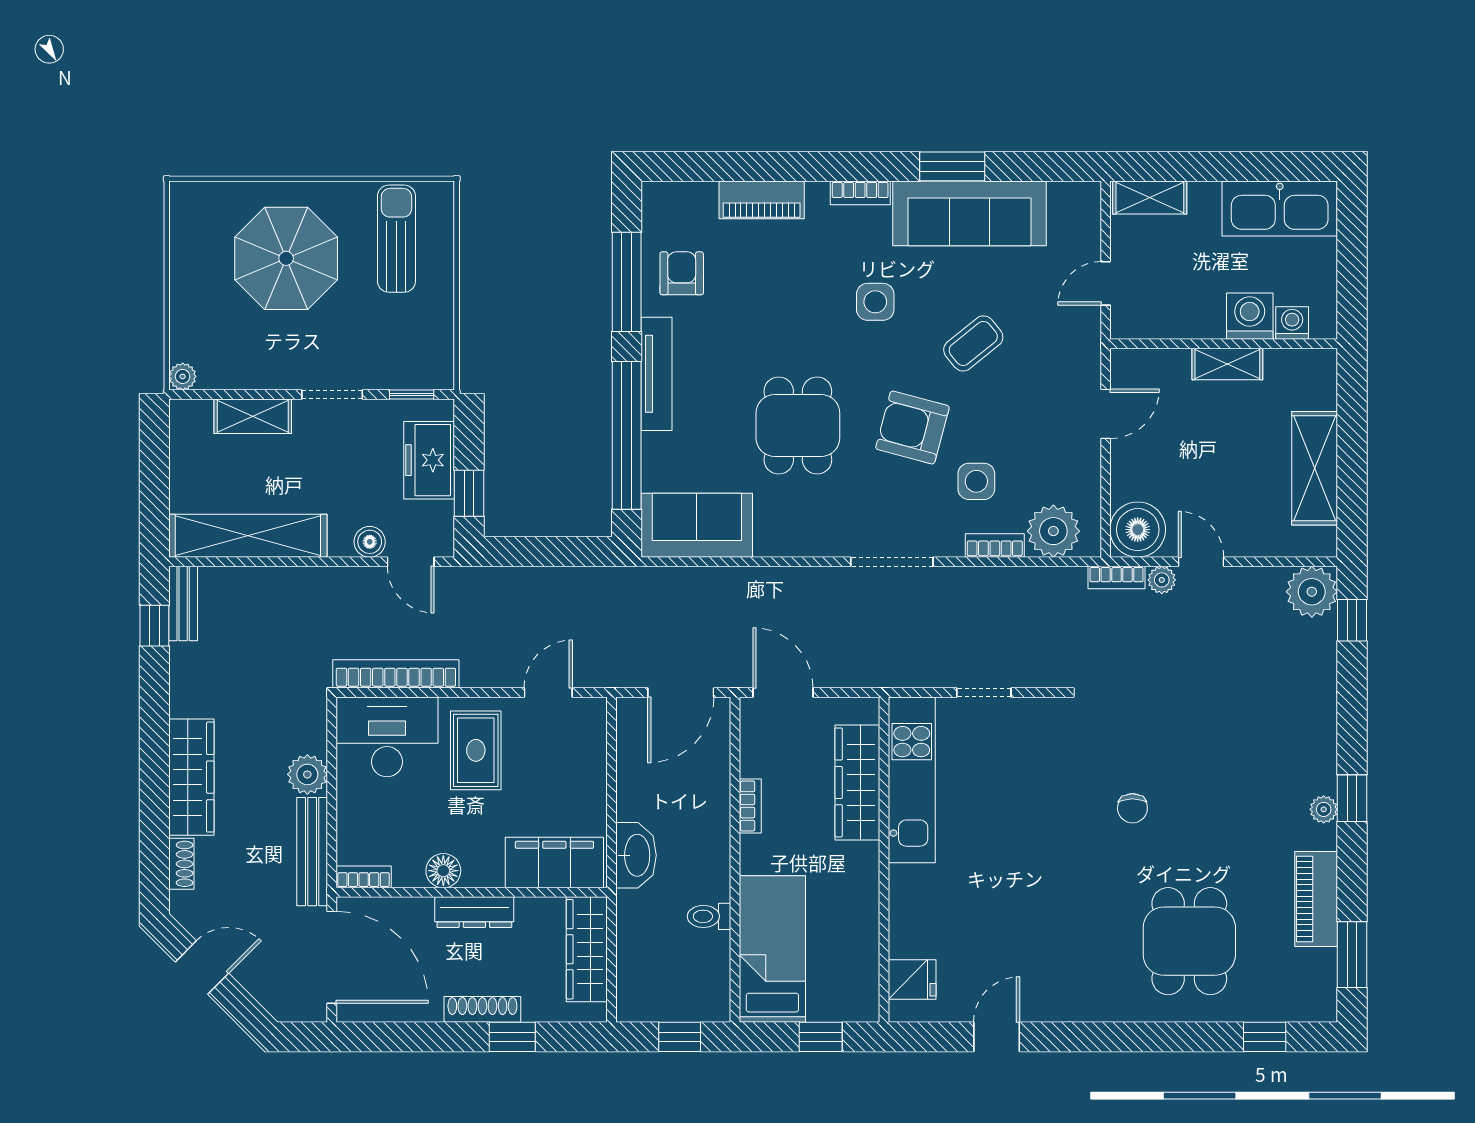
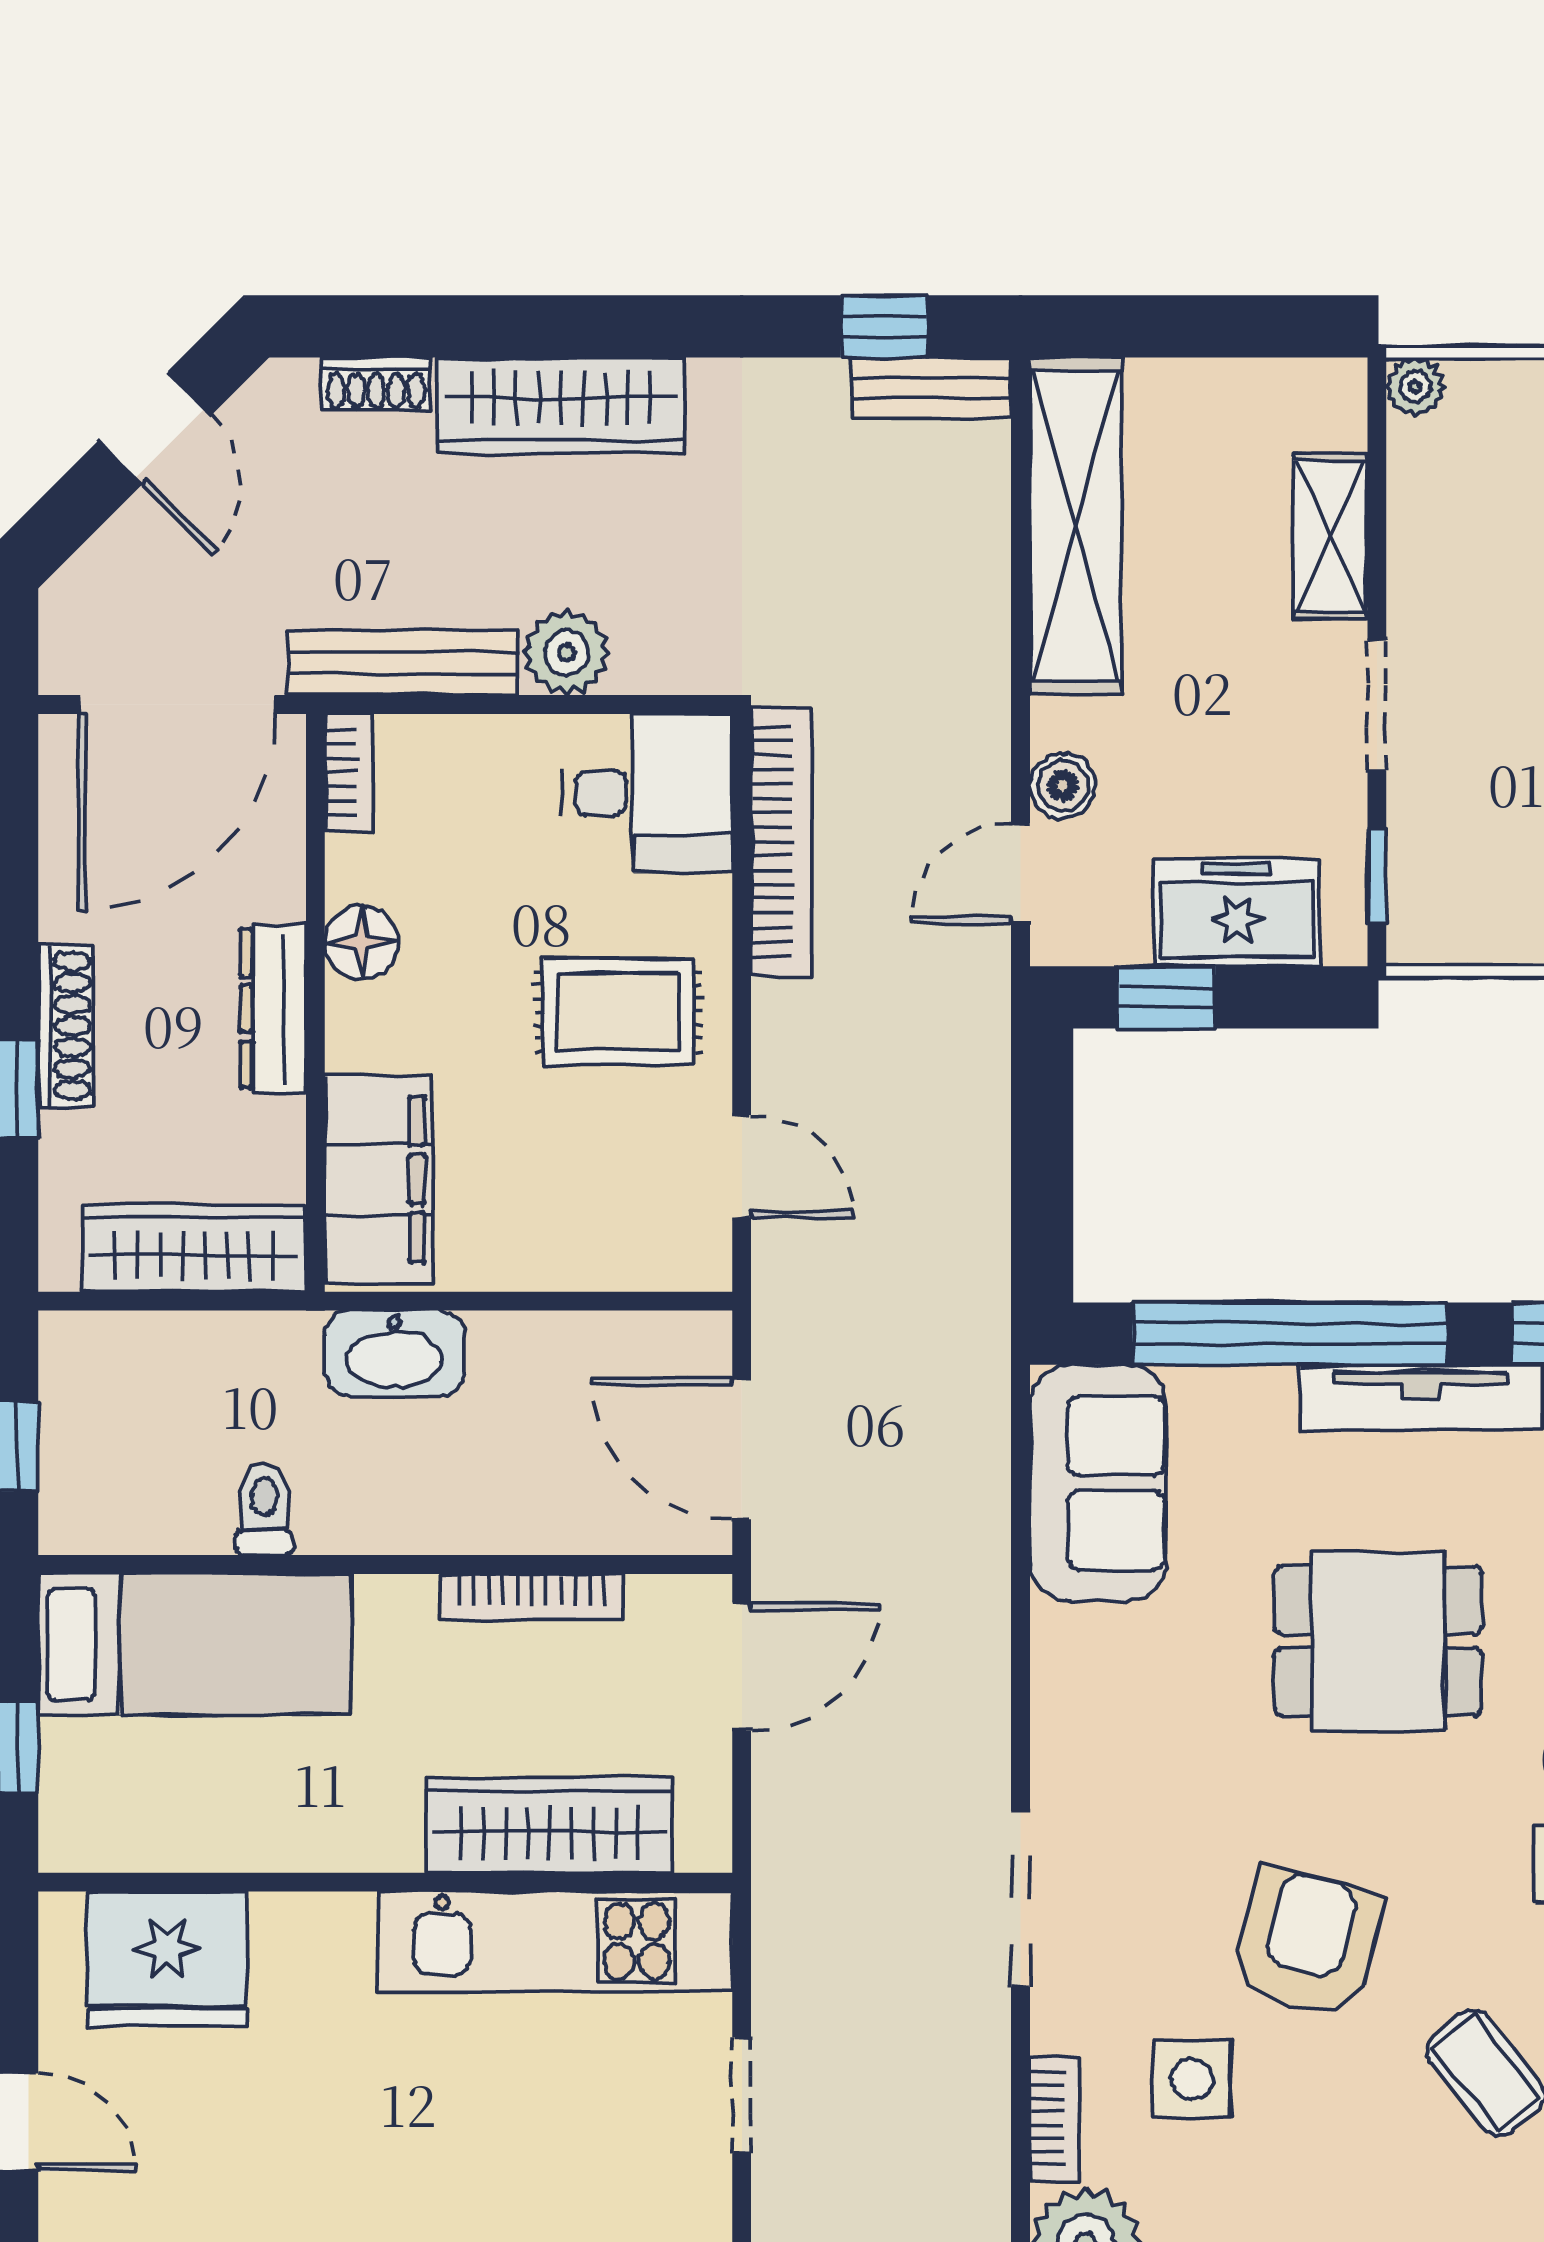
dining table: (798, 425) -> (1378, 1641), moved
desk: (387, 737) -> (647, 793), width x0.73
bookcase: (750, 806) -> (532, 1597), width x1.56
fridge: (912, 979) -> (167, 1959), width x1.88, depth x1.34

